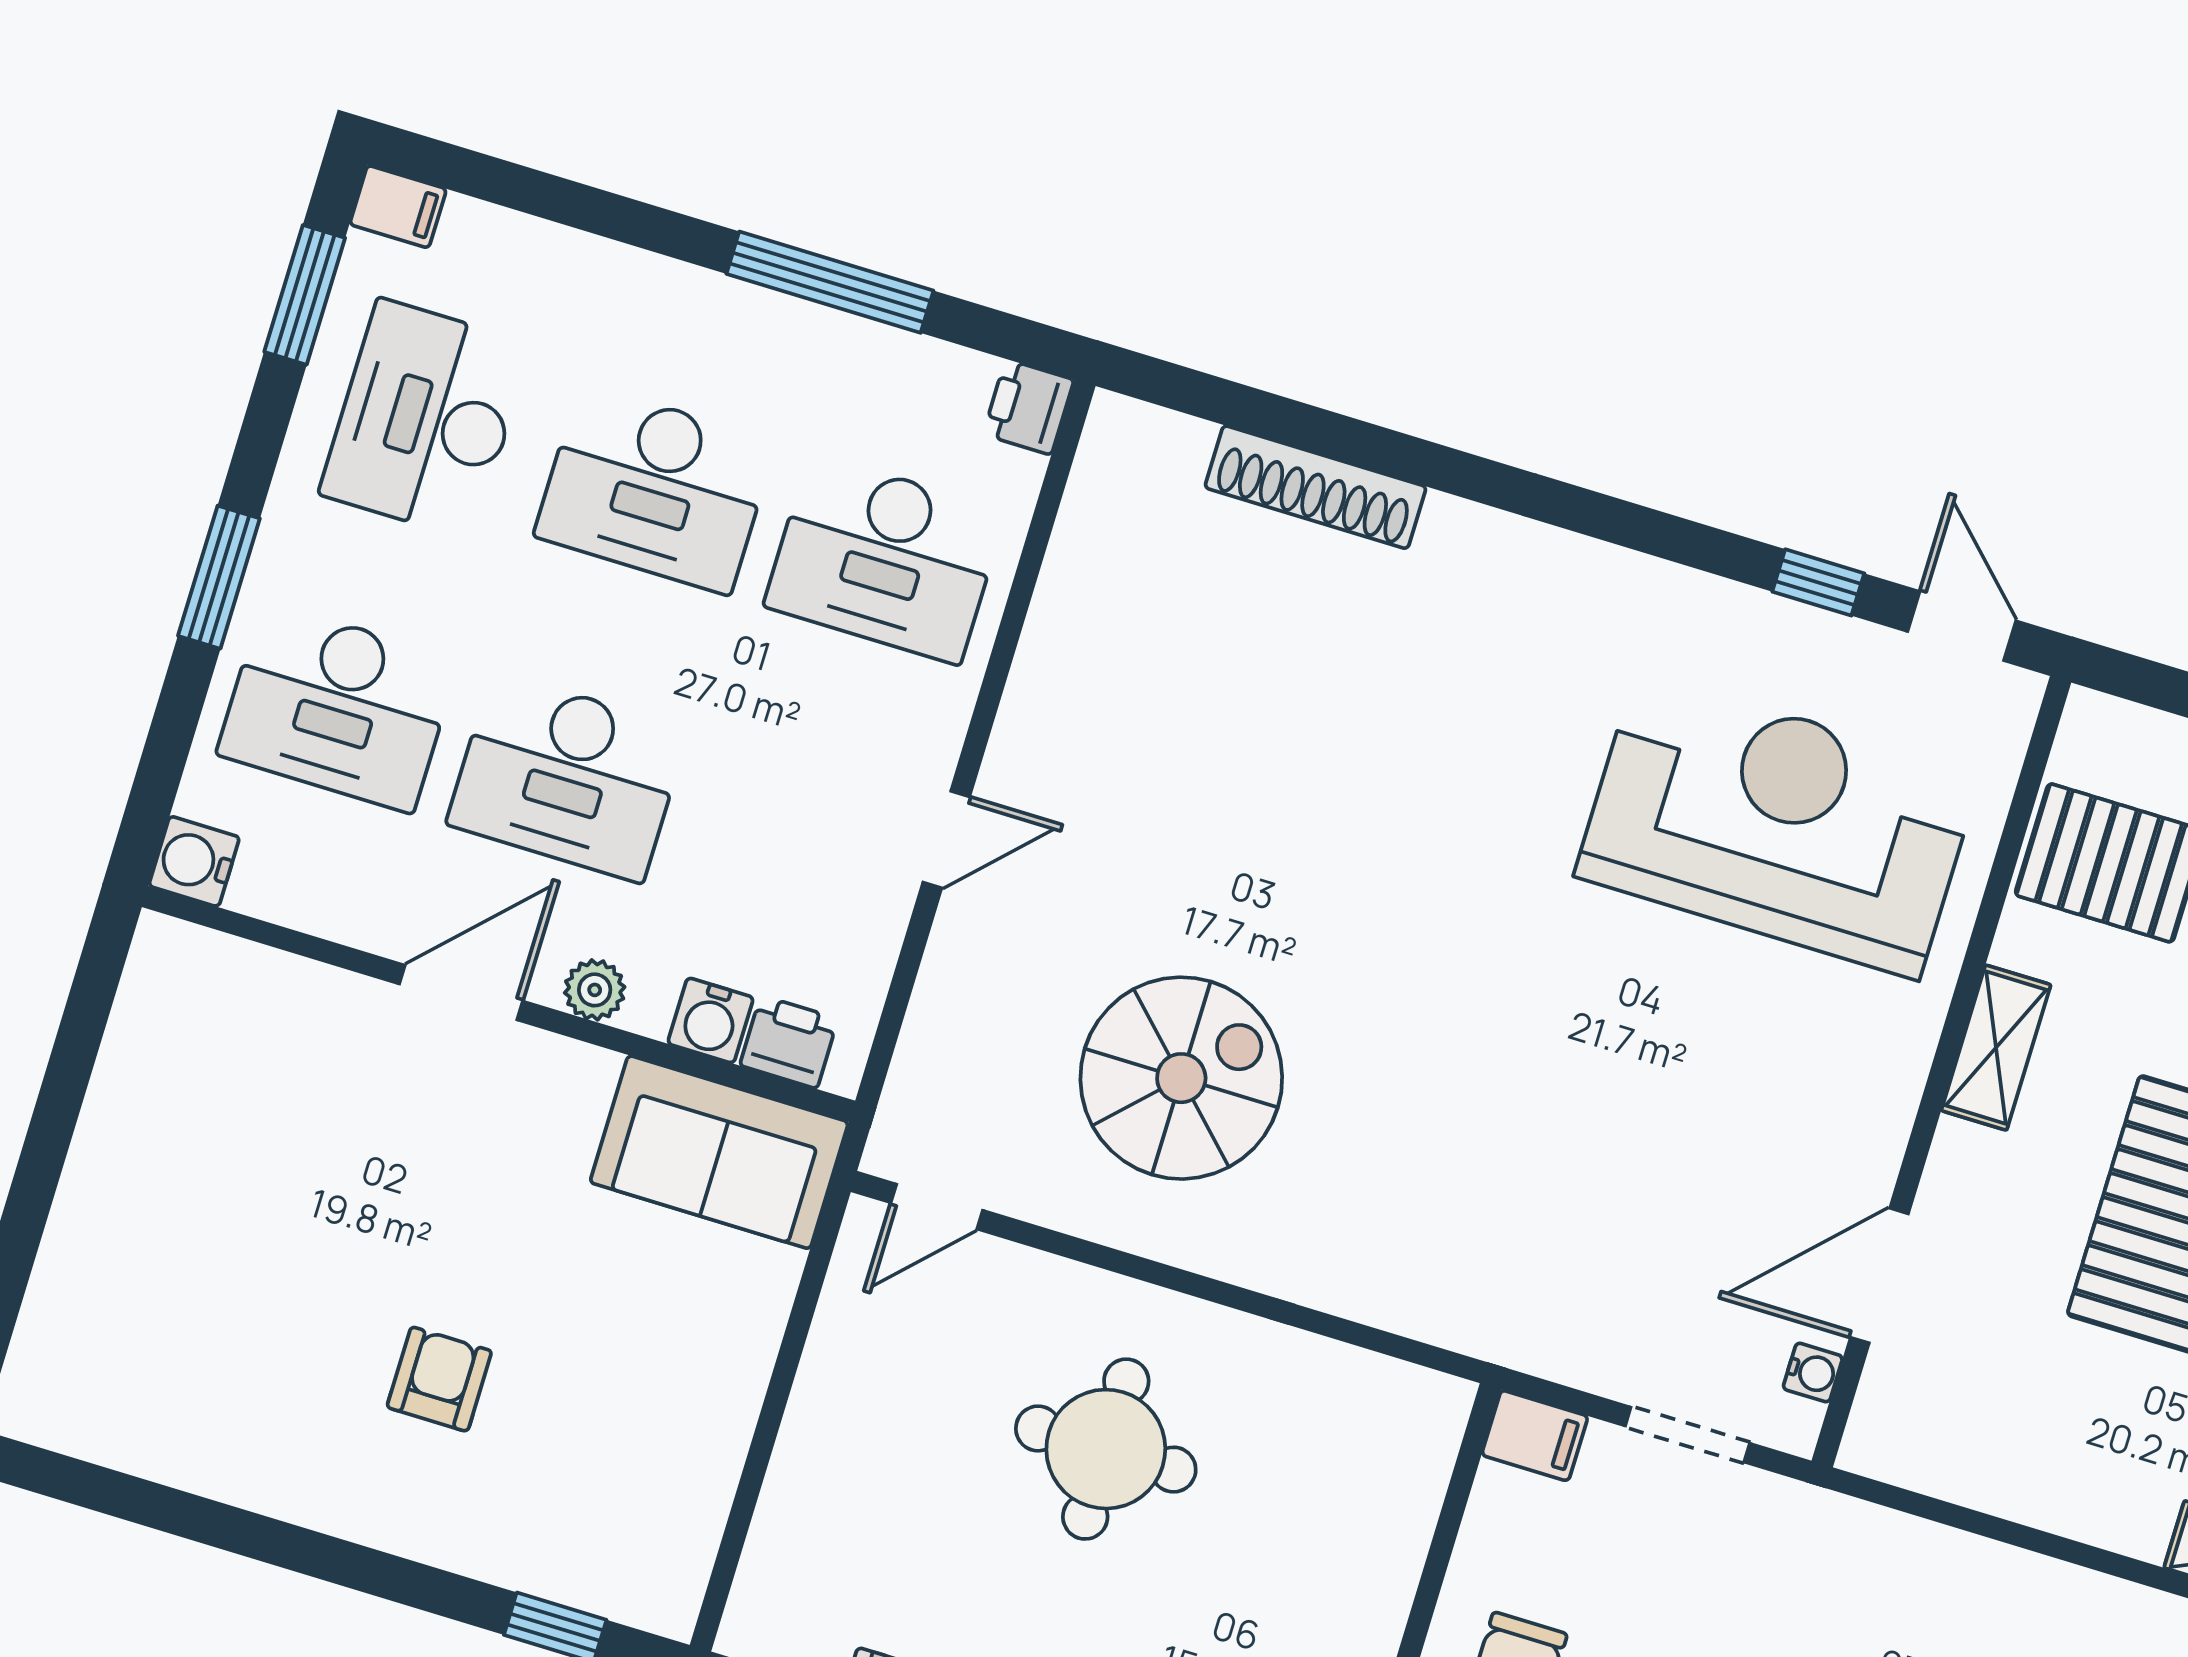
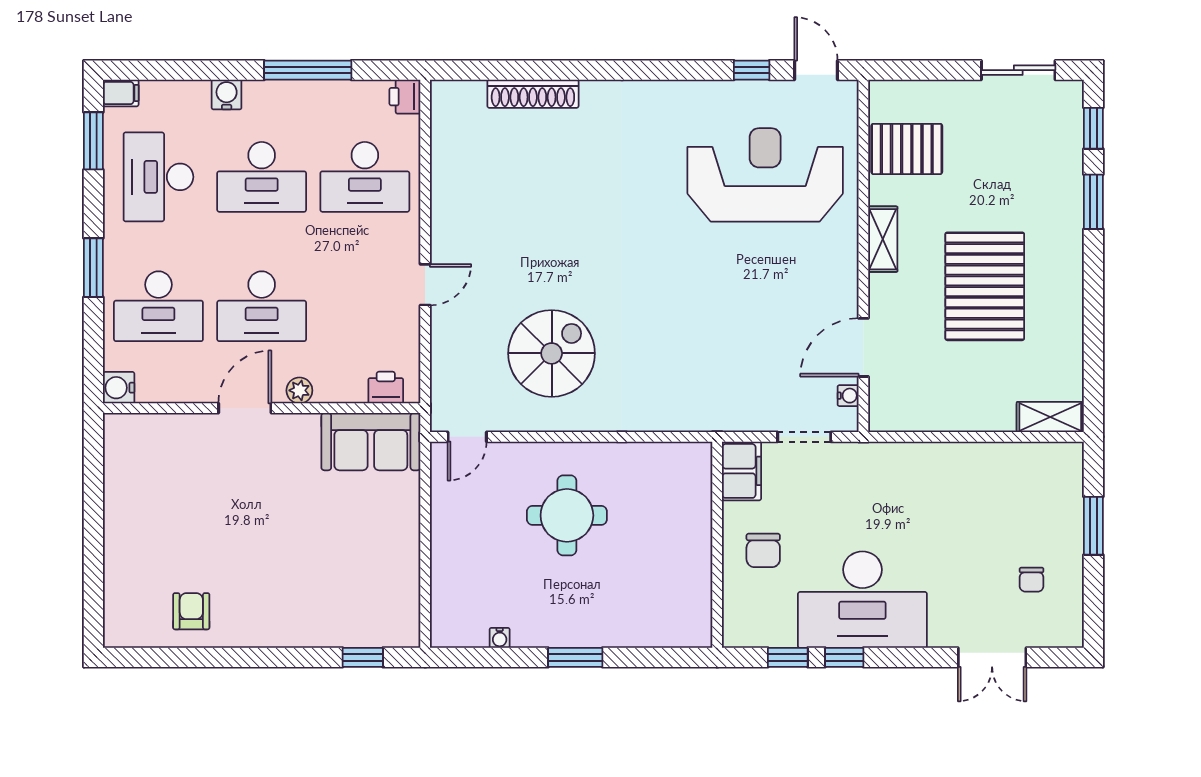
water cooler: (711, 1020) -> (227, 95), moved, turned 180
armchair: (439, 1379) -> (191, 611), moved
filing cabinet: (1535, 1436) -> (742, 471), width x2.00

